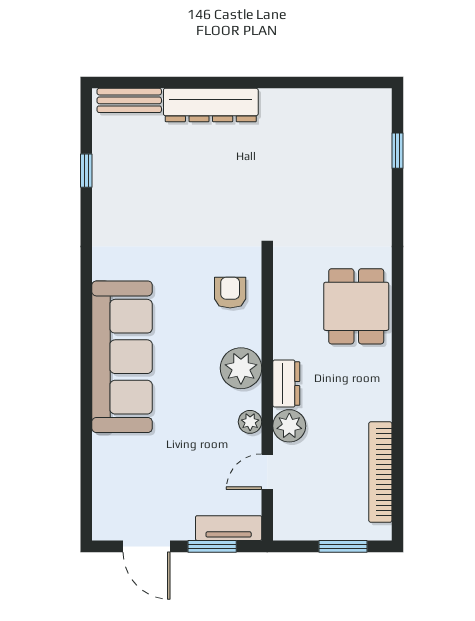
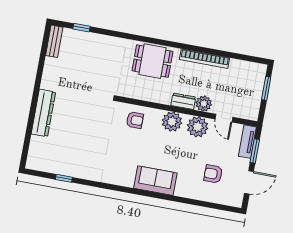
bench: (129, 100) -> (54, 41), moved
armchair: (230, 293) -> (135, 120), turned 180
sofa: (122, 357) -> (155, 181), width x0.54, depth x0.79
plant: (250, 422) -> (198, 127), width x1.88, depth x1.88
armchair: (150, 471) -> (213, 174), added
bookcase: (380, 472) -> (205, 59), moved

